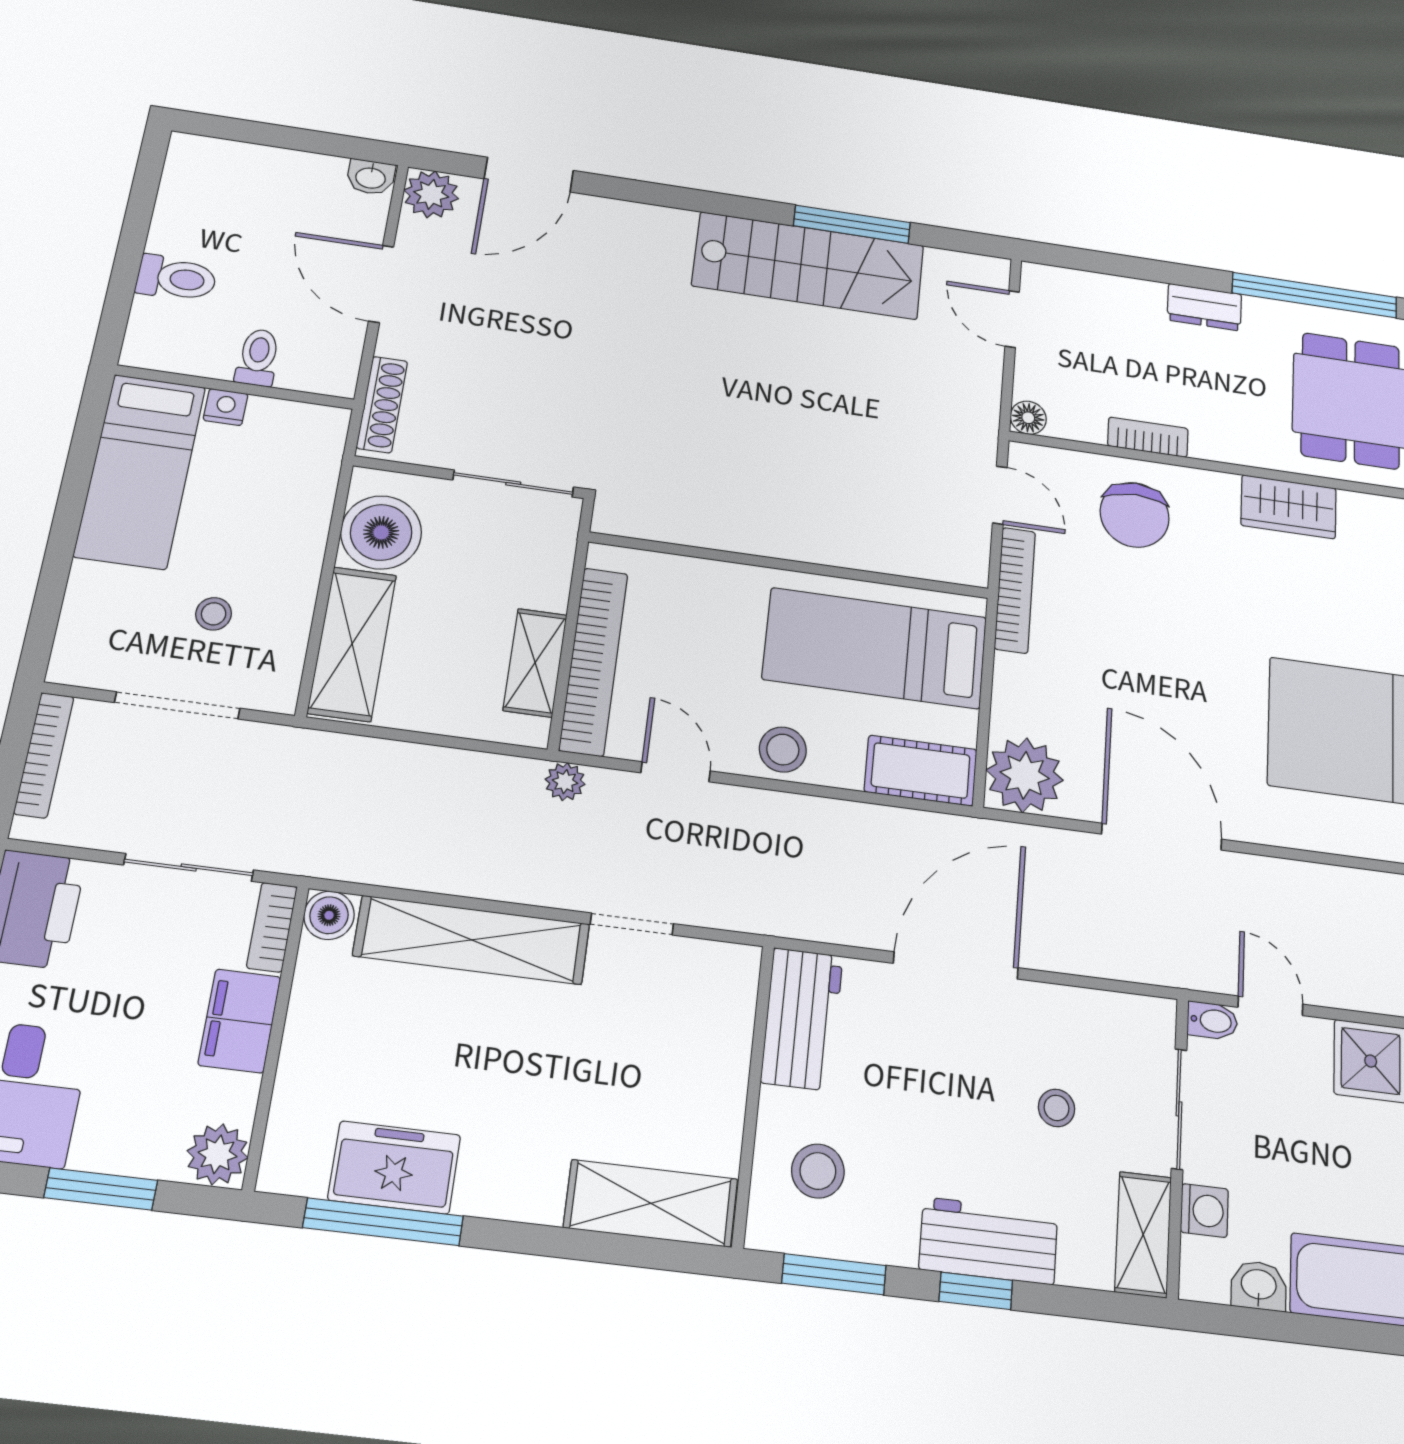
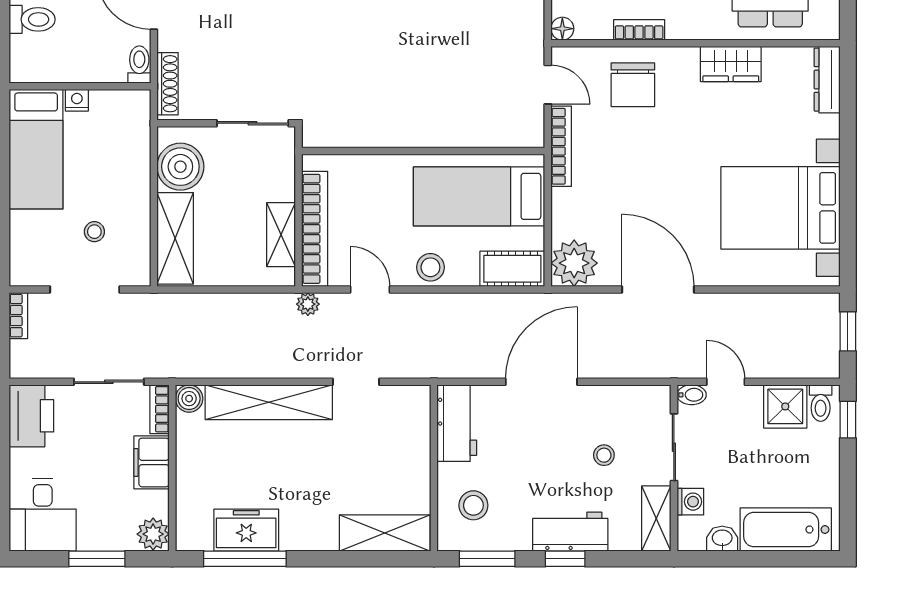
toilet: (258, 358) -> (139, 65), moved
bookcase: (44, 755) -> (18, 316), width x0.64

